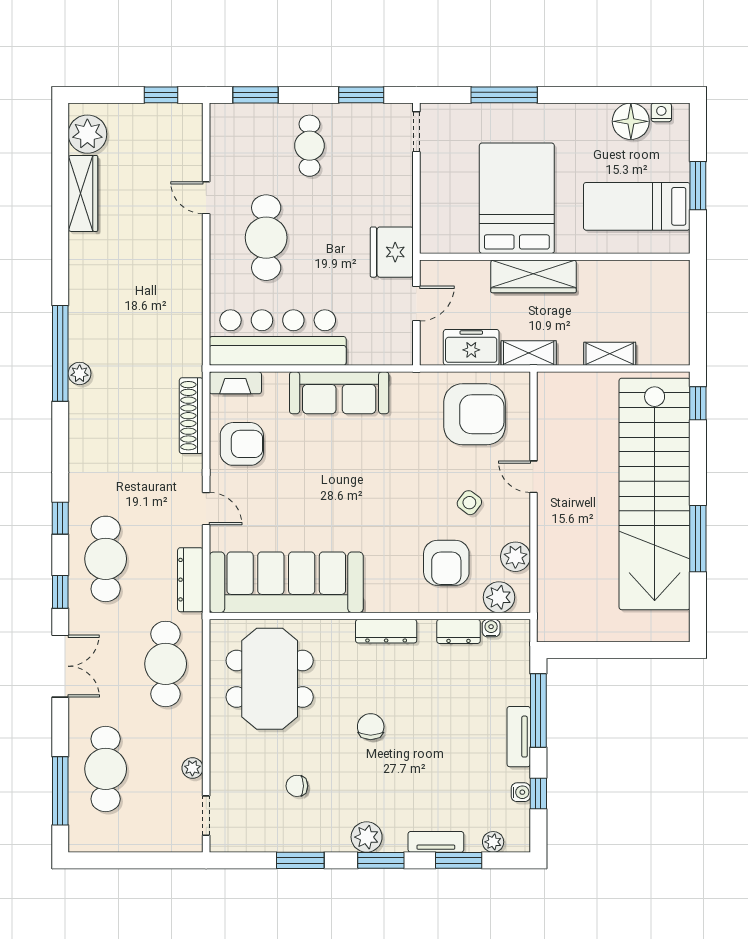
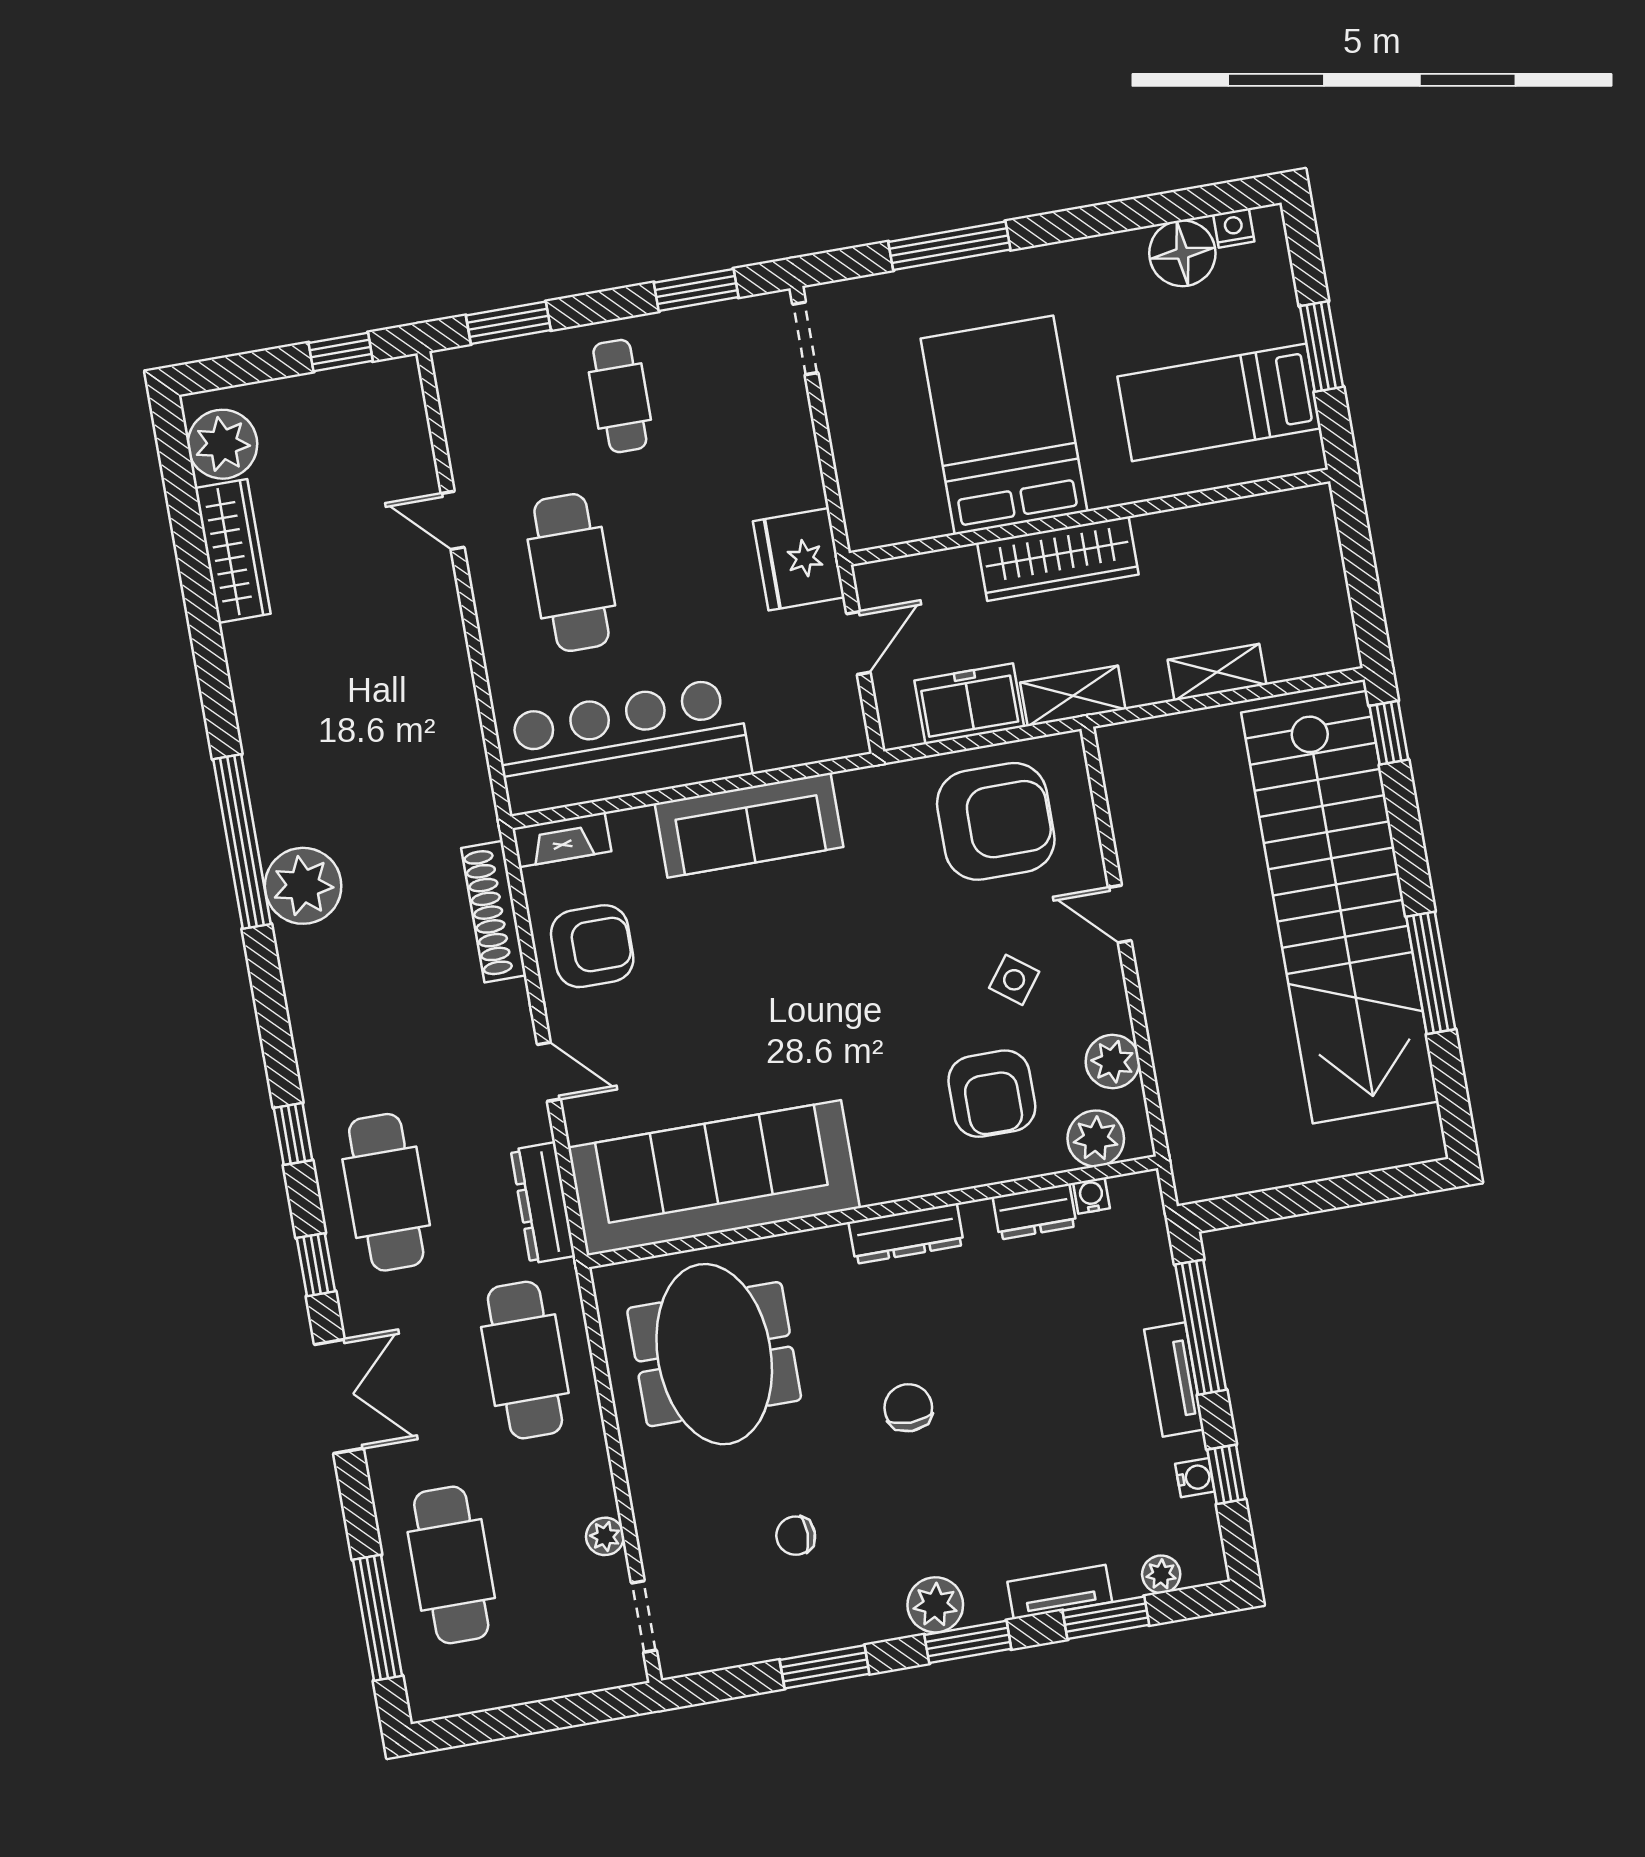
plant: (80, 373) -> (303, 886), width x1.88, depth x1.88

